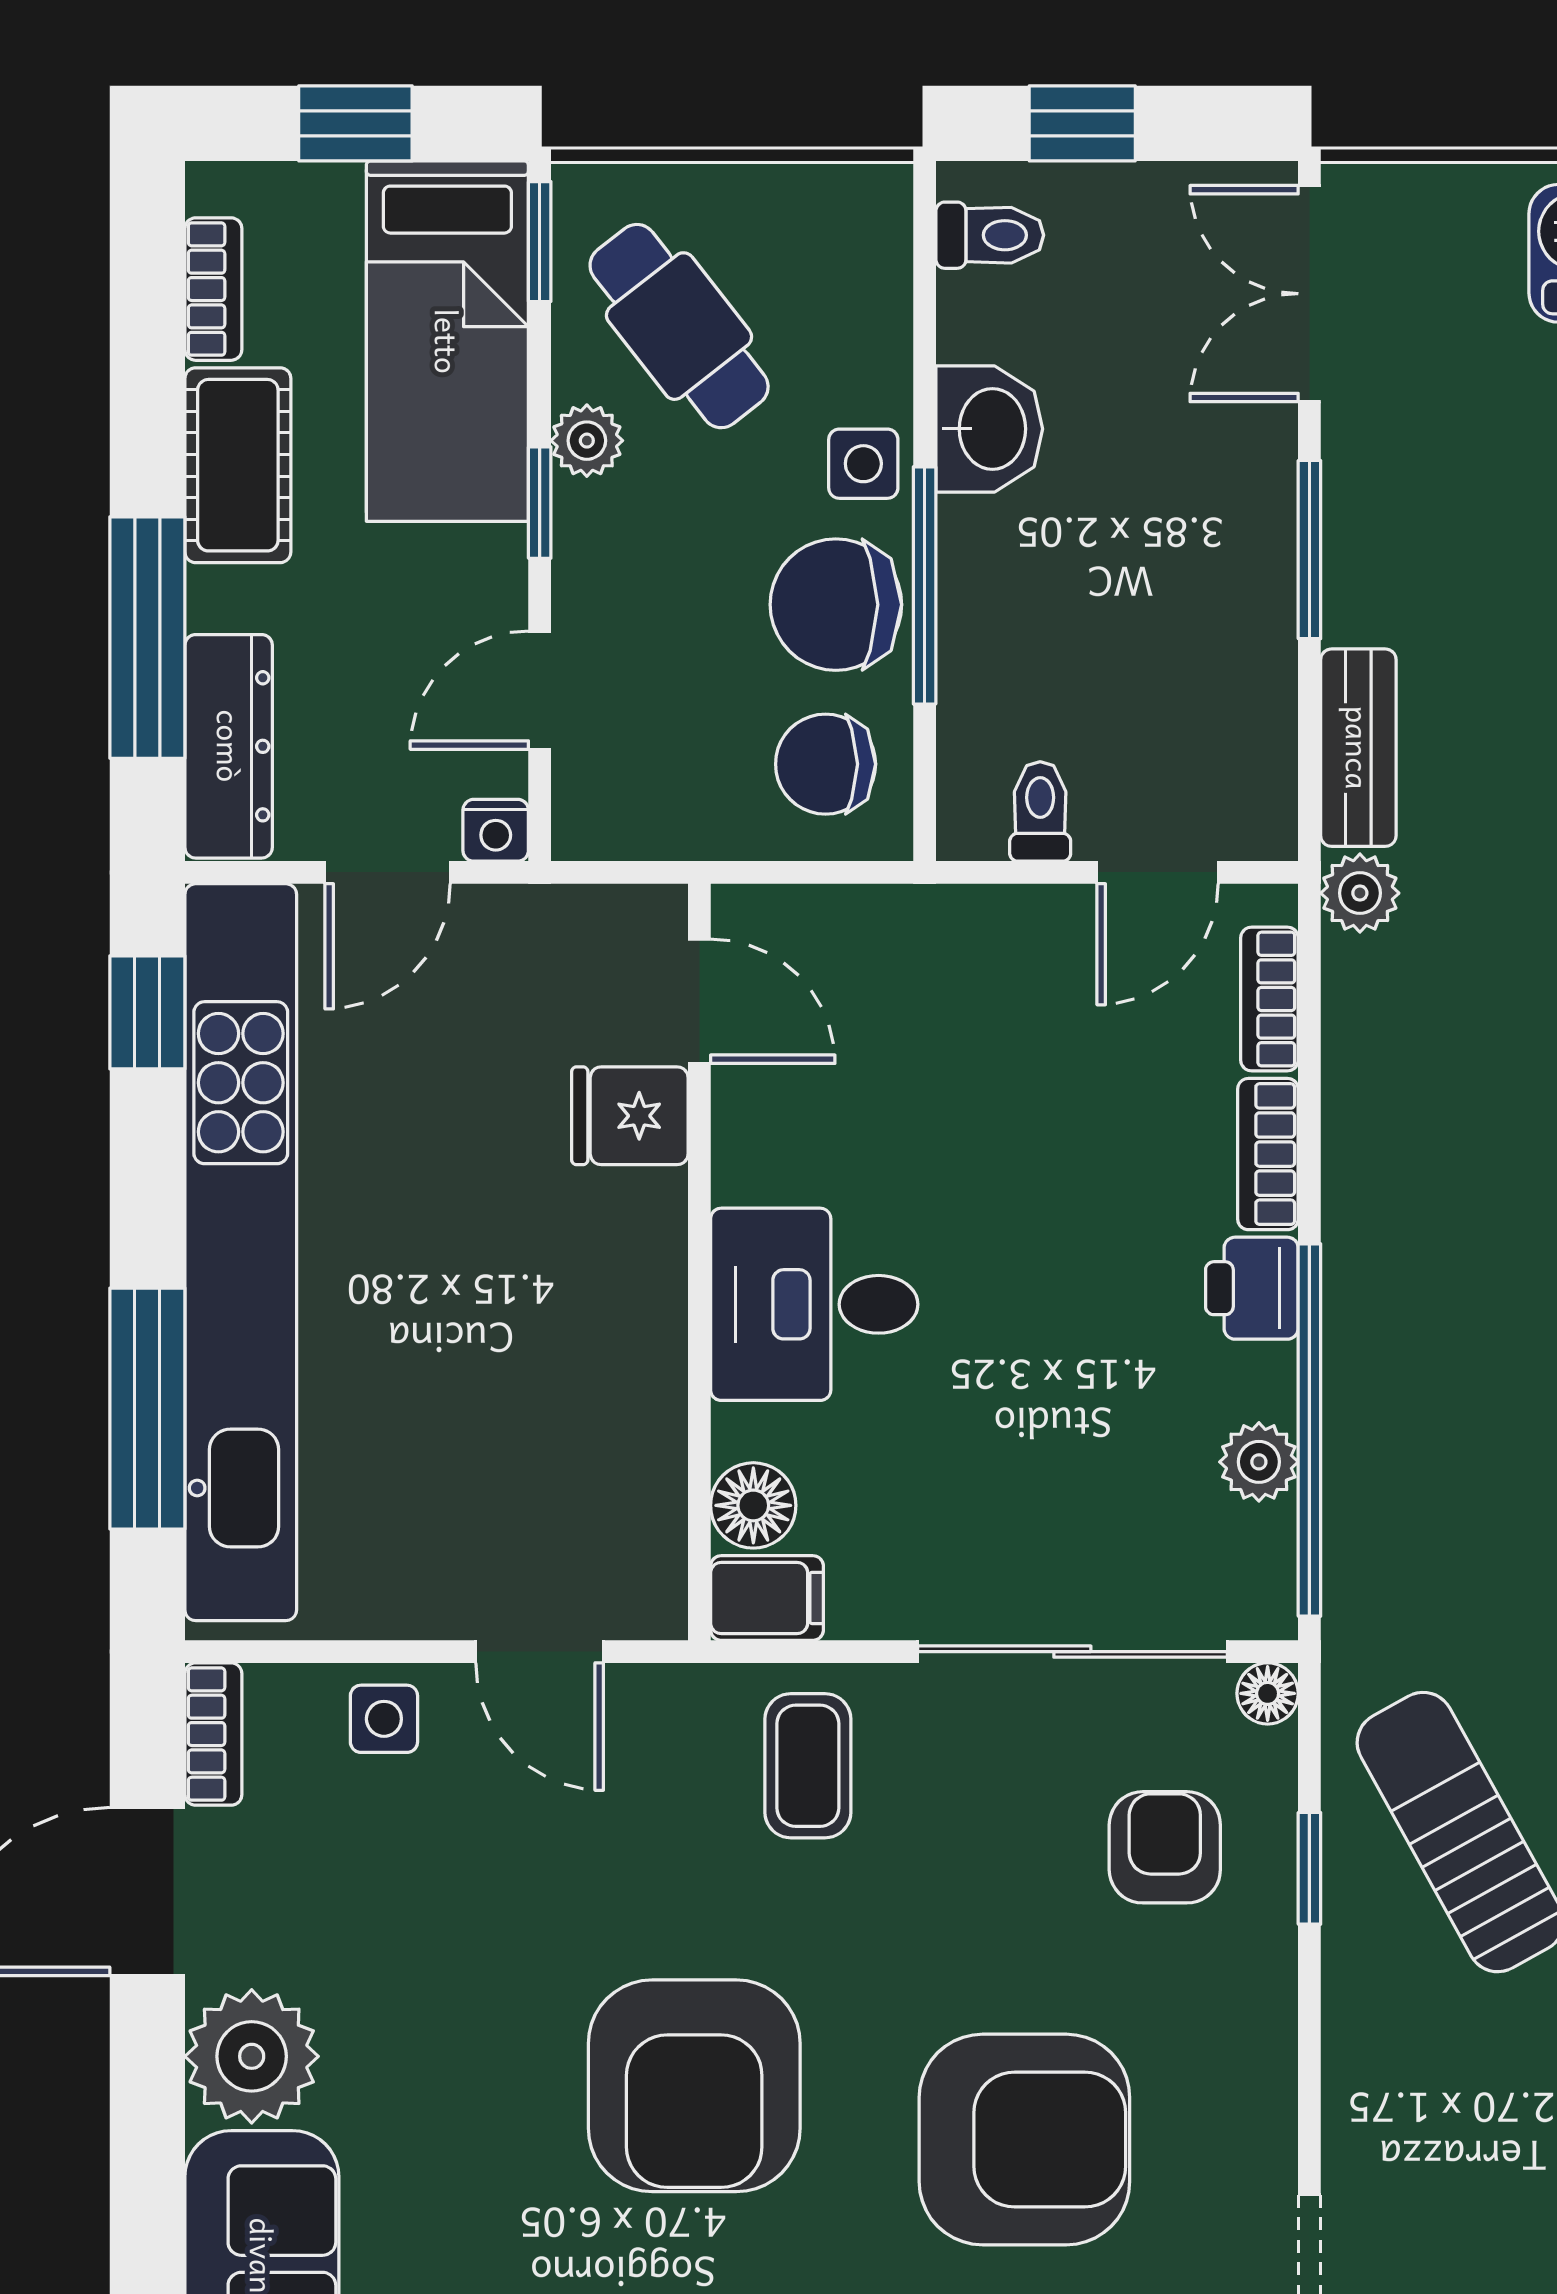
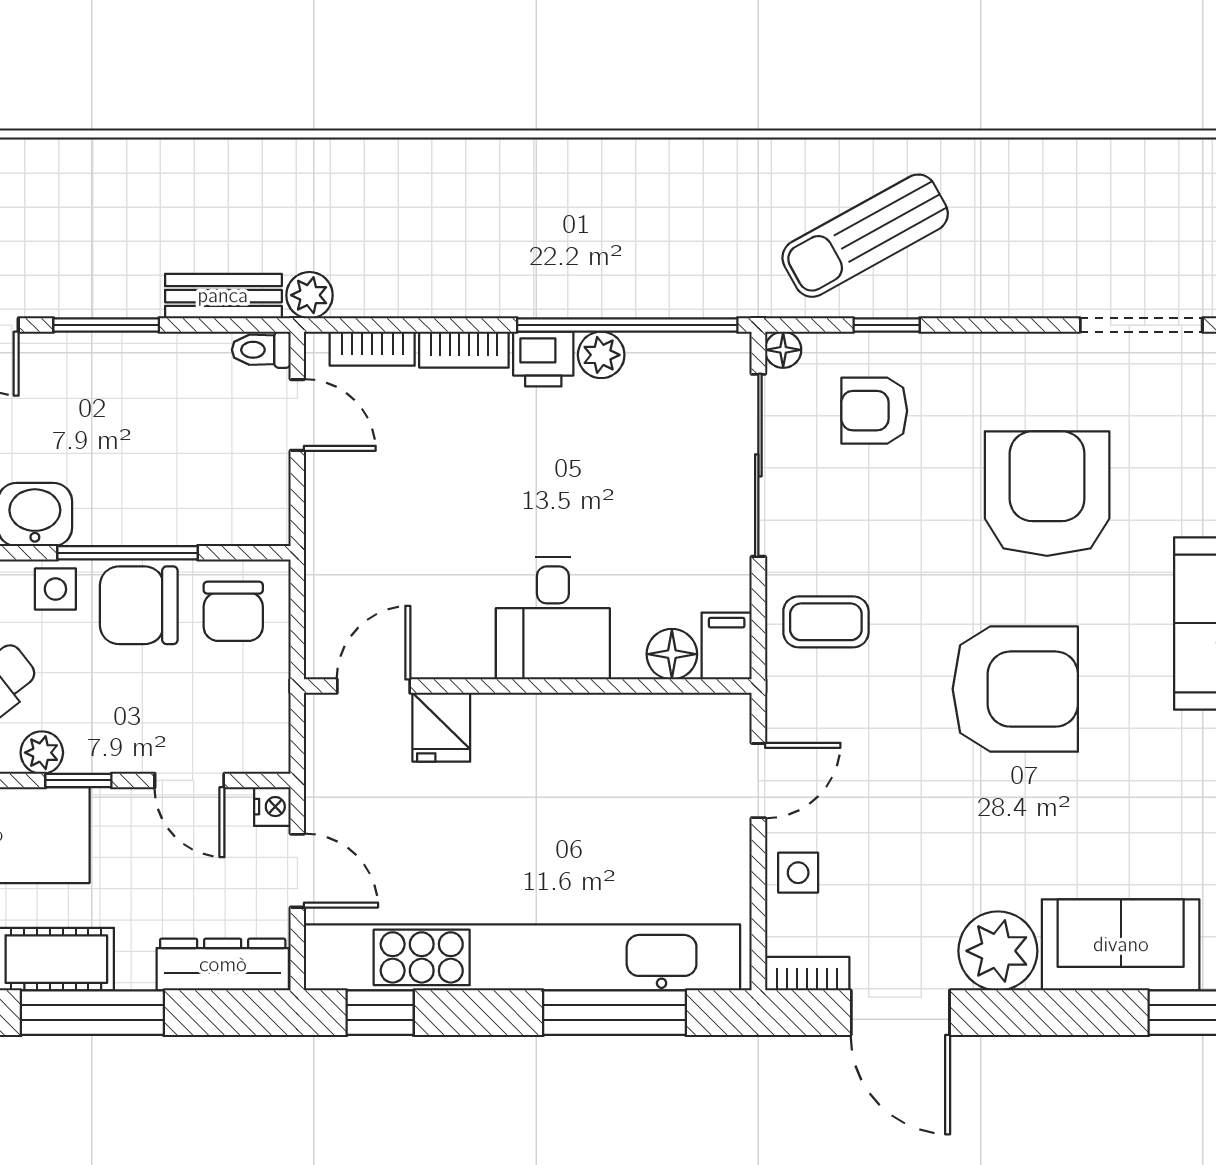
chair: (836, 605) -> (139, 605), turned 90
window: (147, 638) -> (92, 1013), moved
toilet: (1040, 811) -> (261, 350), moved
plant: (1259, 1462) -> (601, 355), moved

